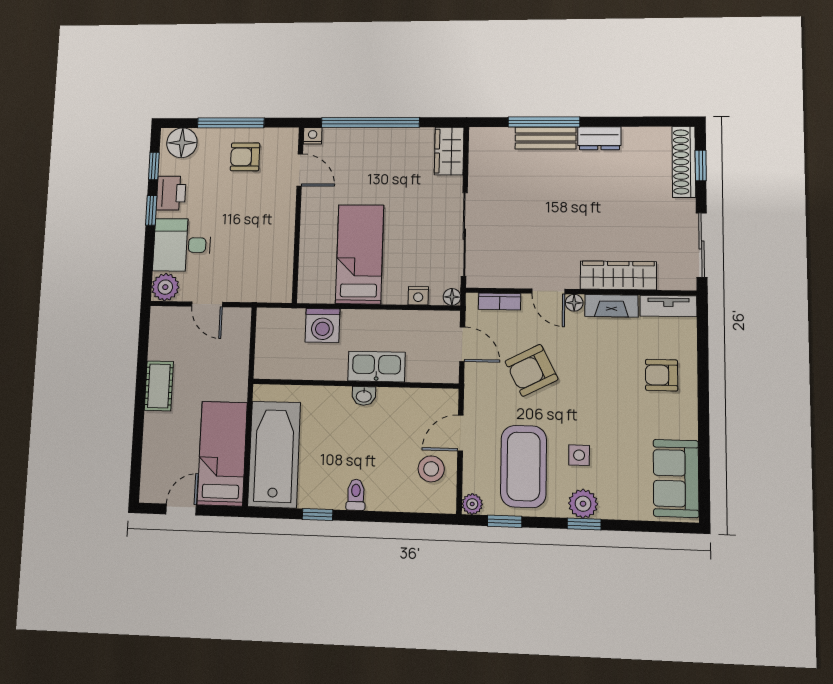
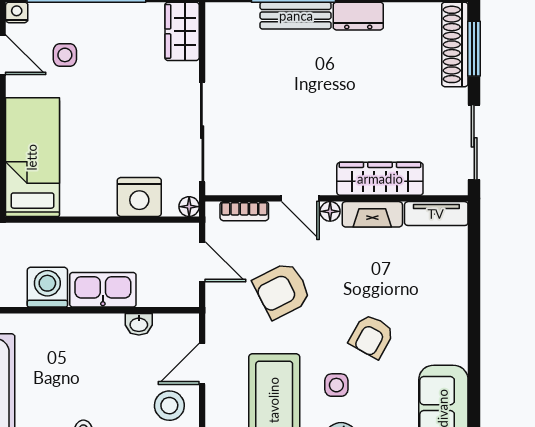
window: (701, 165) -> (474, 49), width x1.50
side table: (351, 170) -> (65, 55), added
bed: (360, 254) -> (32, 157), moved
nightstand: (418, 296) -> (139, 197), width x1.89, depth x1.79
washing machine: (323, 325) -> (47, 287), moved, turned 180
armchair: (662, 375) -> (372, 336), moved, turned -61
washbasin: (364, 396) -> (139, 324), moved

